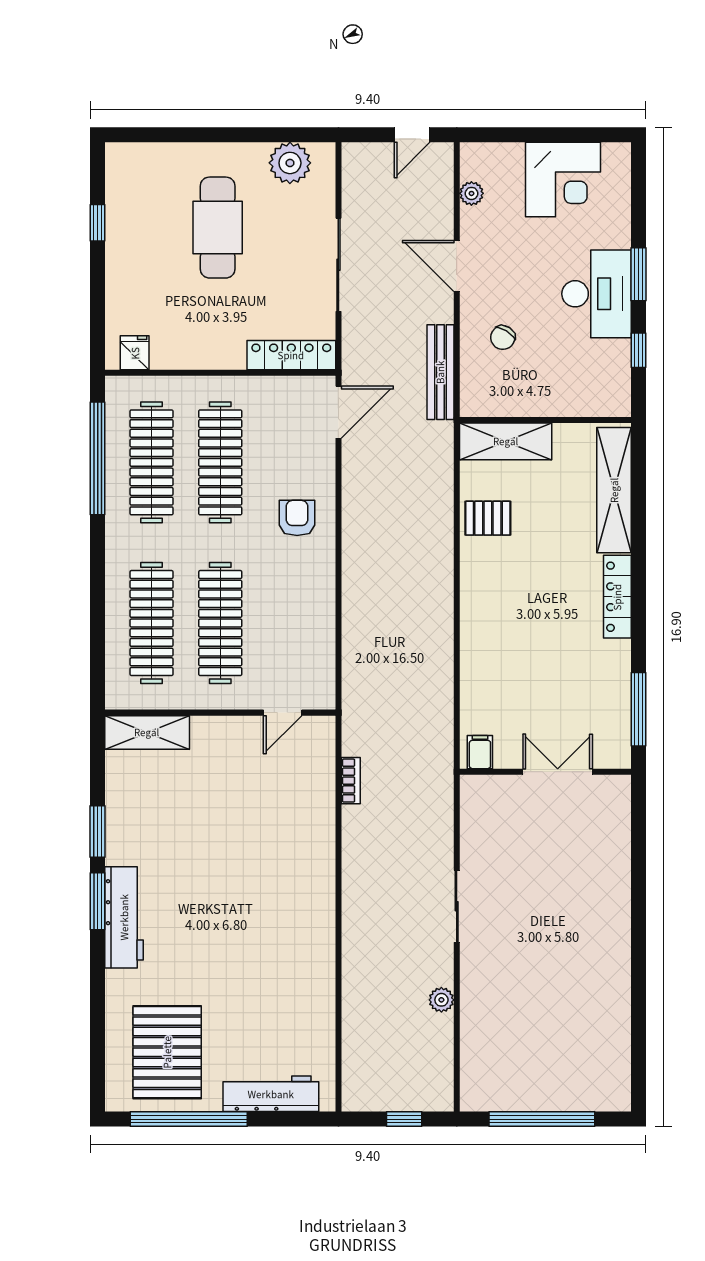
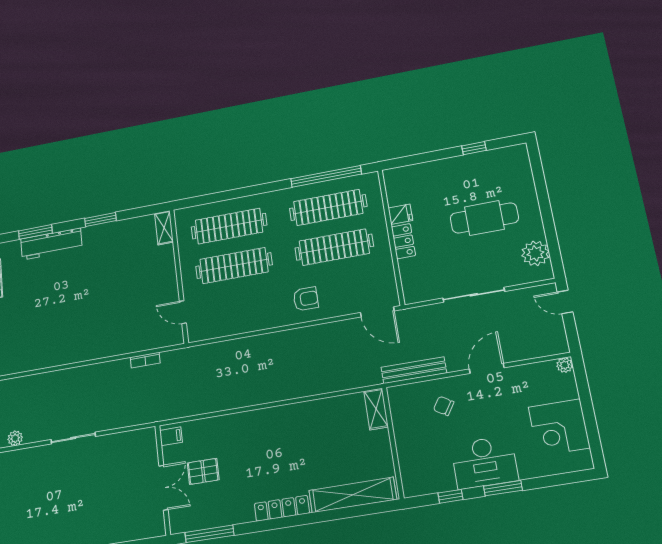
door: (412, 135) -> (565, 302), moved
plant: (471, 193) -> (565, 365), moved
fridge: (135, 353) -> (400, 214), moved
locker: (291, 355) -> (403, 241), moved, width x0.66
shelving: (506, 441) -> (376, 409), width x0.67, depth x0.75
pallet: (488, 518) -> (203, 471), moved, turned 90
shelving: (147, 732) -> (164, 228), width x0.67, depth x0.75
window: (98, 901) -> (35, 232), moved

